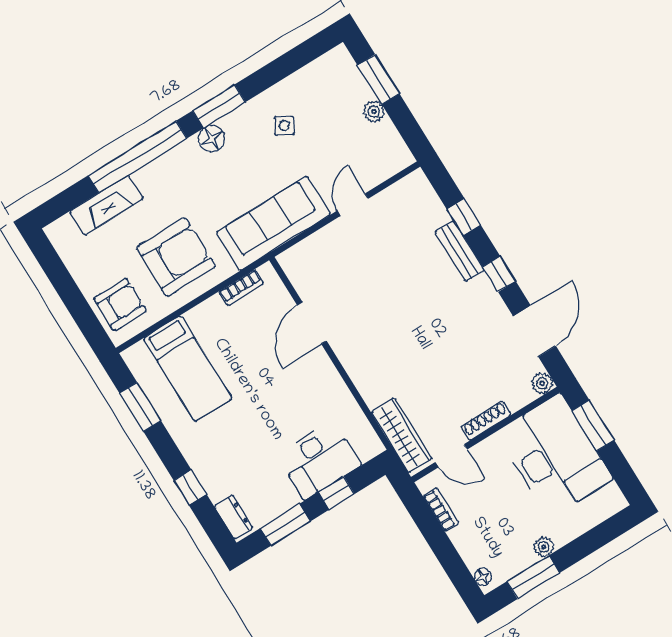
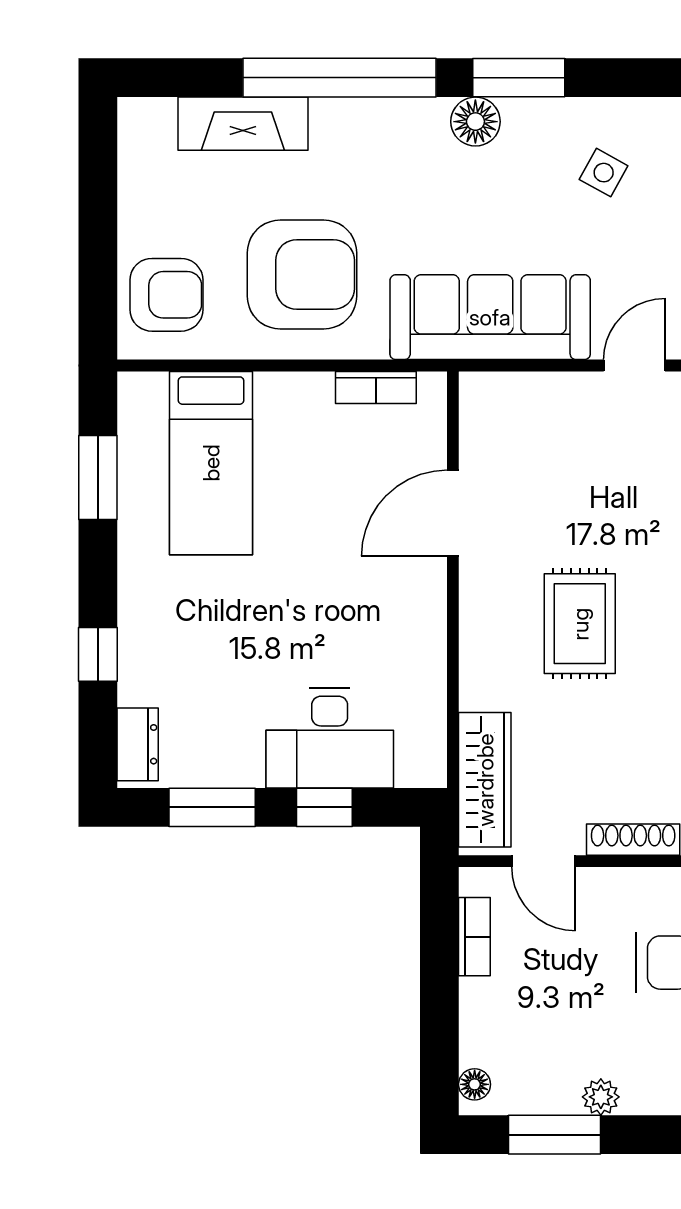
rug: (401, 337) -> (580, 624), added

